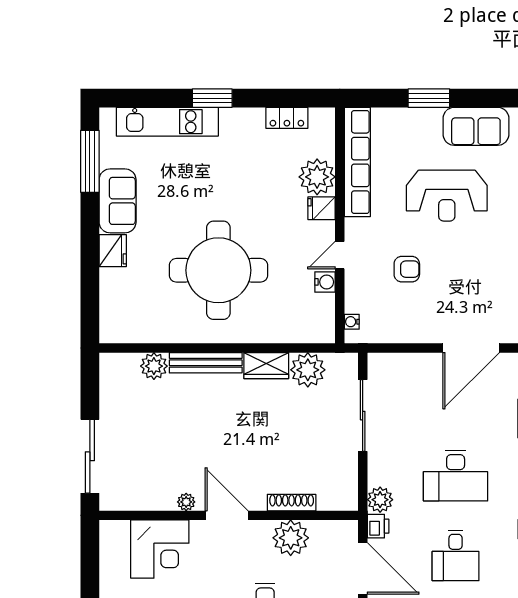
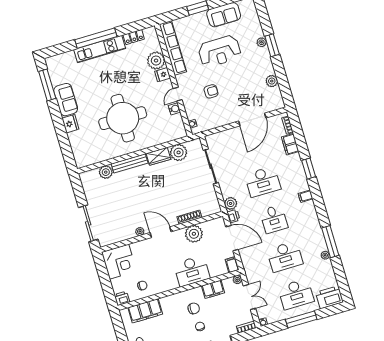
window: (212, 98) -> (96, 38), width x2.11
kitchen unit: (167, 122) -> (100, 49), moved
corner desk: (160, 549) -> (119, 262), moved

